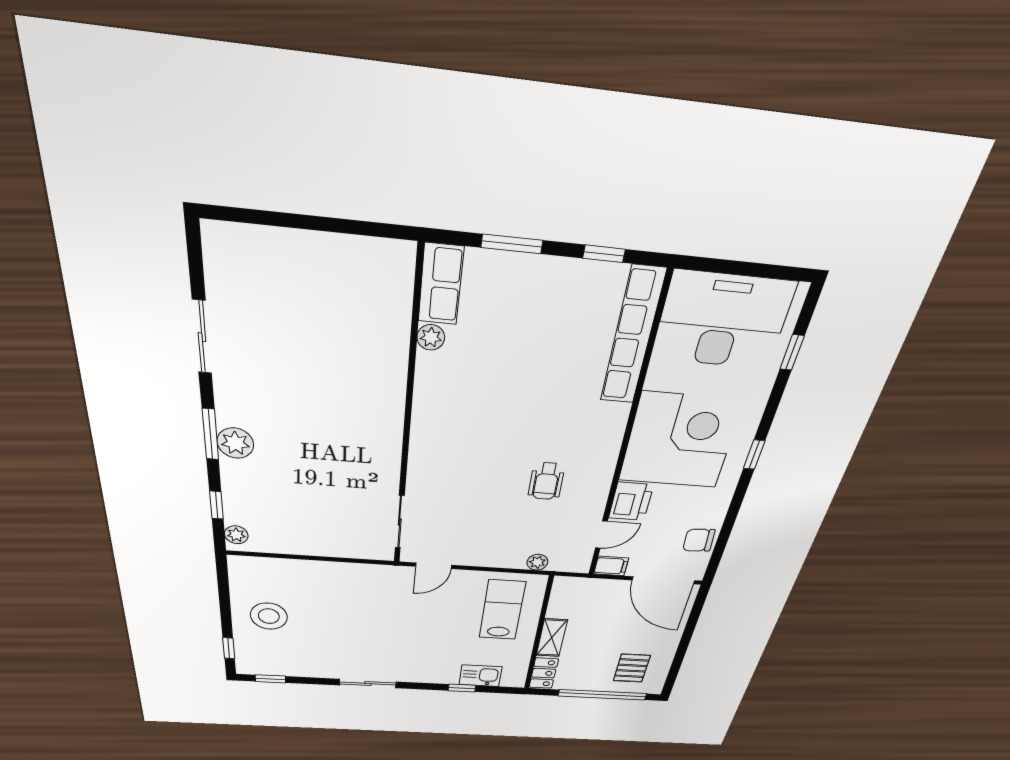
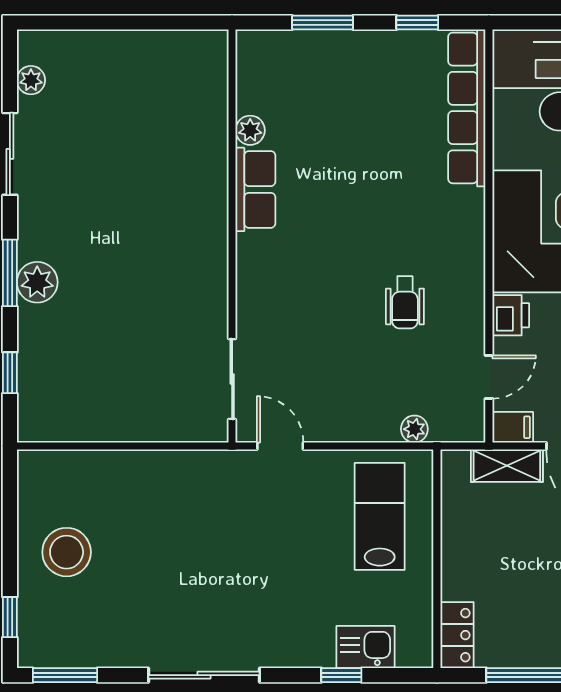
row of seats: (441, 284) -> (255, 189), moved
printer: (631, 501) -> (511, 315), width x0.73, depth x0.81
plant: (236, 535) -> (31, 80), moved
door: (434, 566) -> (280, 446), swing flipped
shelving: (552, 638) -> (507, 466), moved, turned 90
window: (270, 679) -> (65, 675), width x1.50
sliding door: (368, 684) -> (204, 675), width x1.37

